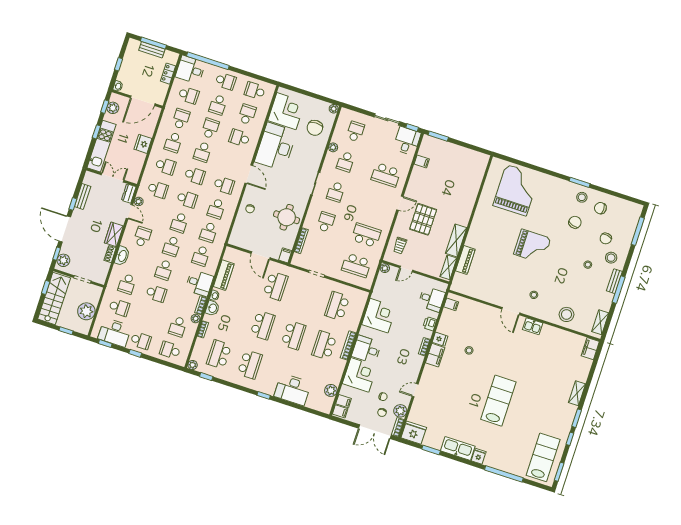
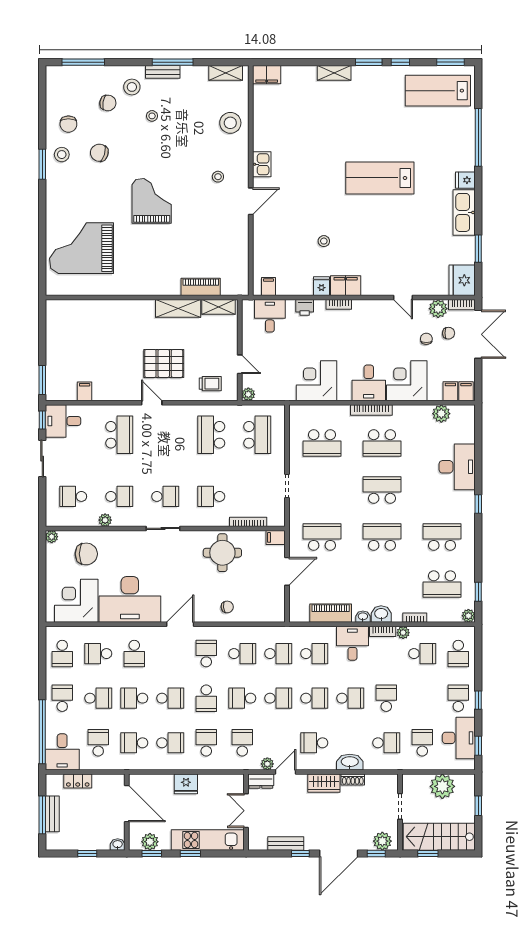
school desk: (195, 176) -> (206, 698), turned 180
school desk: (187, 199) -> (242, 698), turned -90

